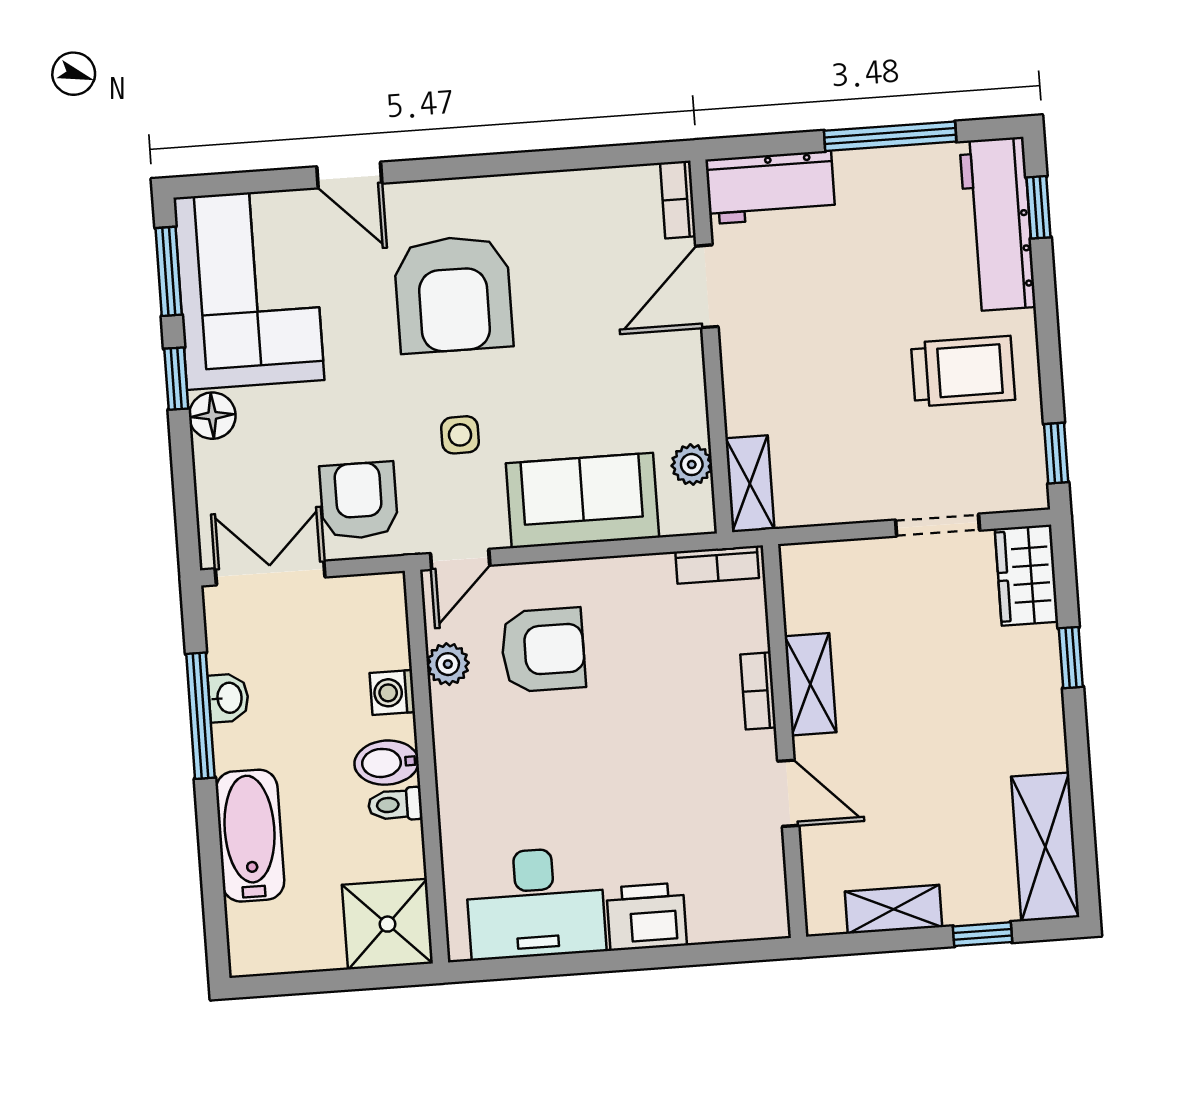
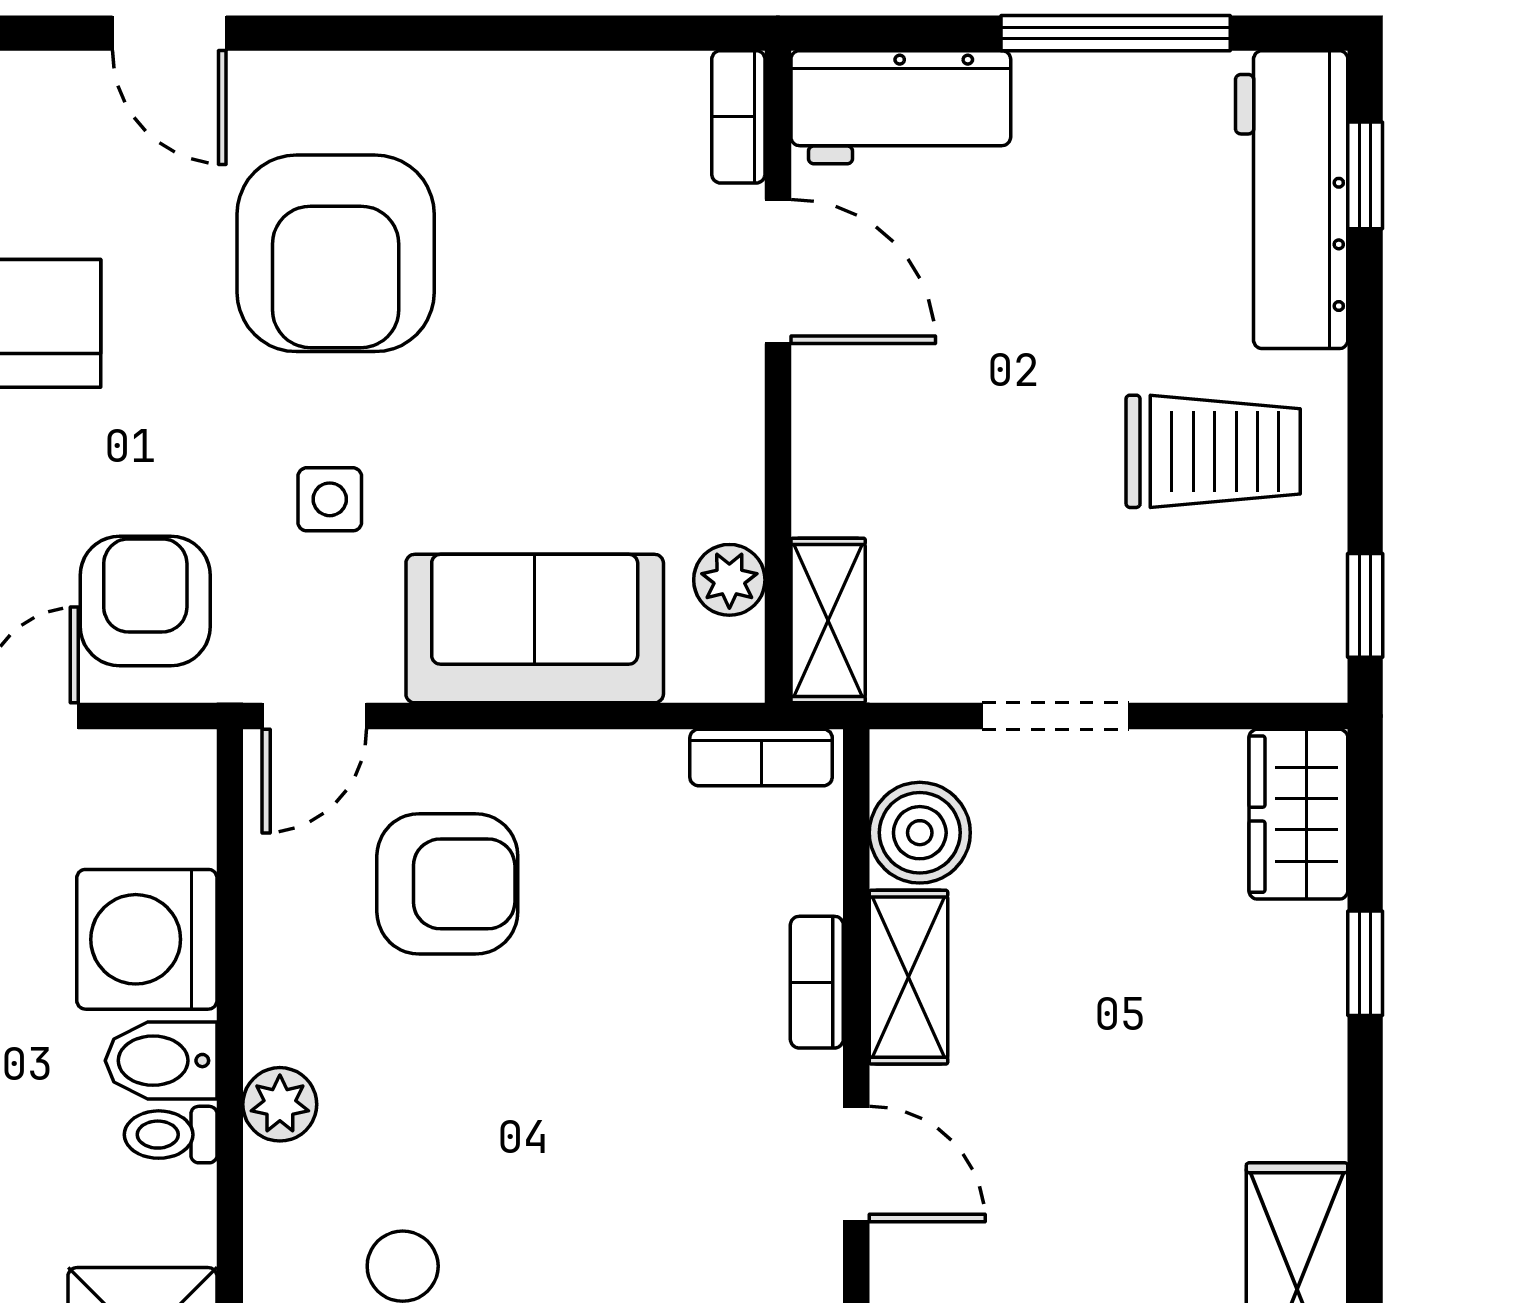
door: (707, 286) -> (778, 271), swing flipped
doorway: (937, 525) -> (1056, 716), moved
boiler: (811, 601) -> (920, 833), added
plant: (448, 664) -> (280, 1104), moved
washing machine: (392, 692) -> (147, 939), width x1.89, depth x1.89

